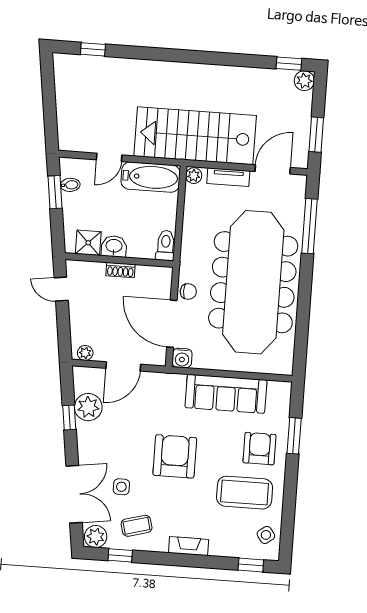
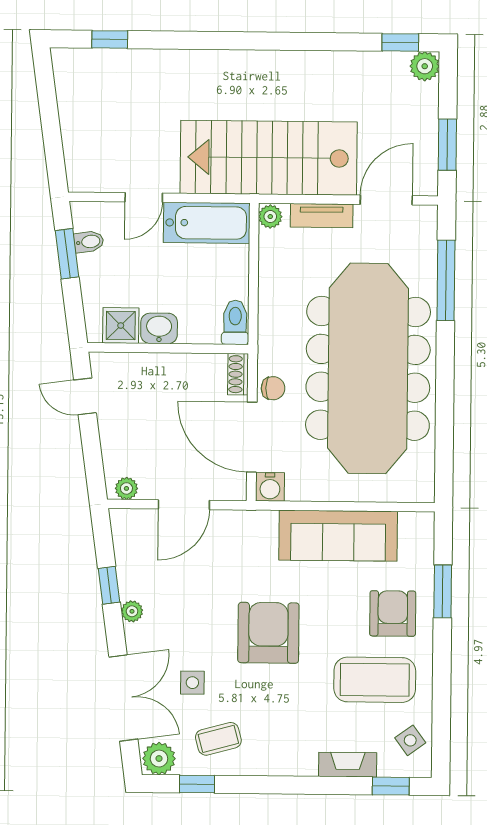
shoe rack: (120, 270) -> (238, 374), moved, turned 90
plant: (88, 407) -> (132, 611), moved, width x0.53, depth x0.53
fireplace: (189, 546) -> (348, 765), moved

